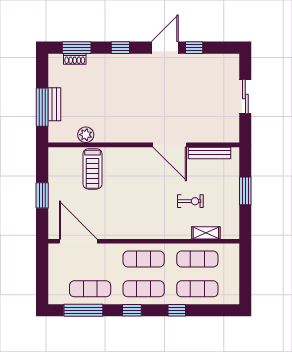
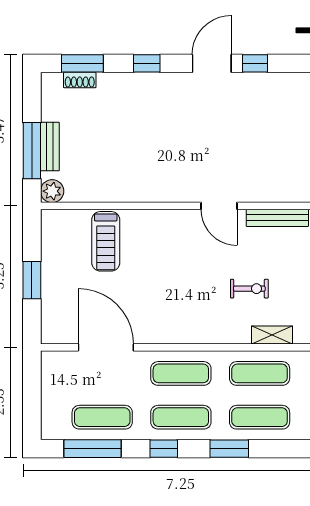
plant: (86, 135) -> (52, 191), moved
door: (170, 145) -> (219, 206), width x0.73
door: (78, 241) -> (106, 347), moved
window: (177, 310) -> (229, 449), width x1.50

